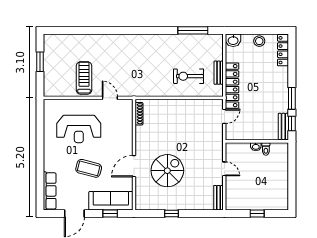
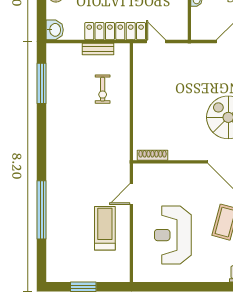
window: (98, 30) -> (42, 210), added
exercise bike: (189, 76) -> (103, 89), width x0.73, depth x0.72
treadmill: (84, 78) -> (105, 228), turned 90
reception desk: (79, 129) -> (173, 235), turned 180

